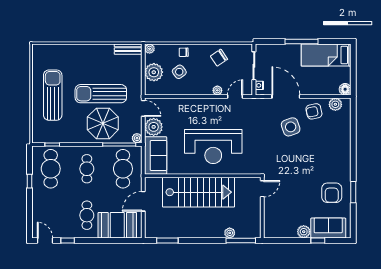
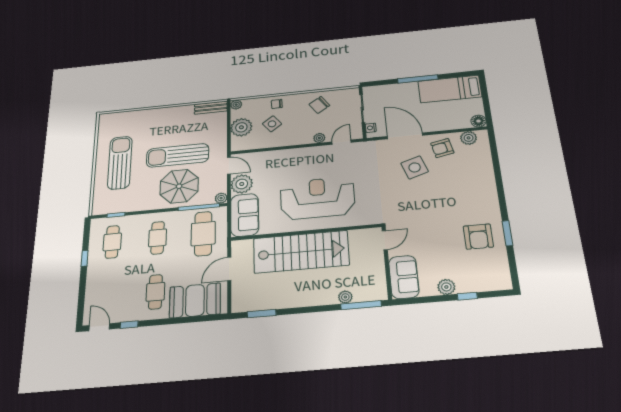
reception desk: (213, 147) -> (317, 198), turned 180
cafe table: (51, 169) -> (112, 242), width x0.73, depth x0.74
sofa: (328, 228) -> (404, 277), moved, turned 90

